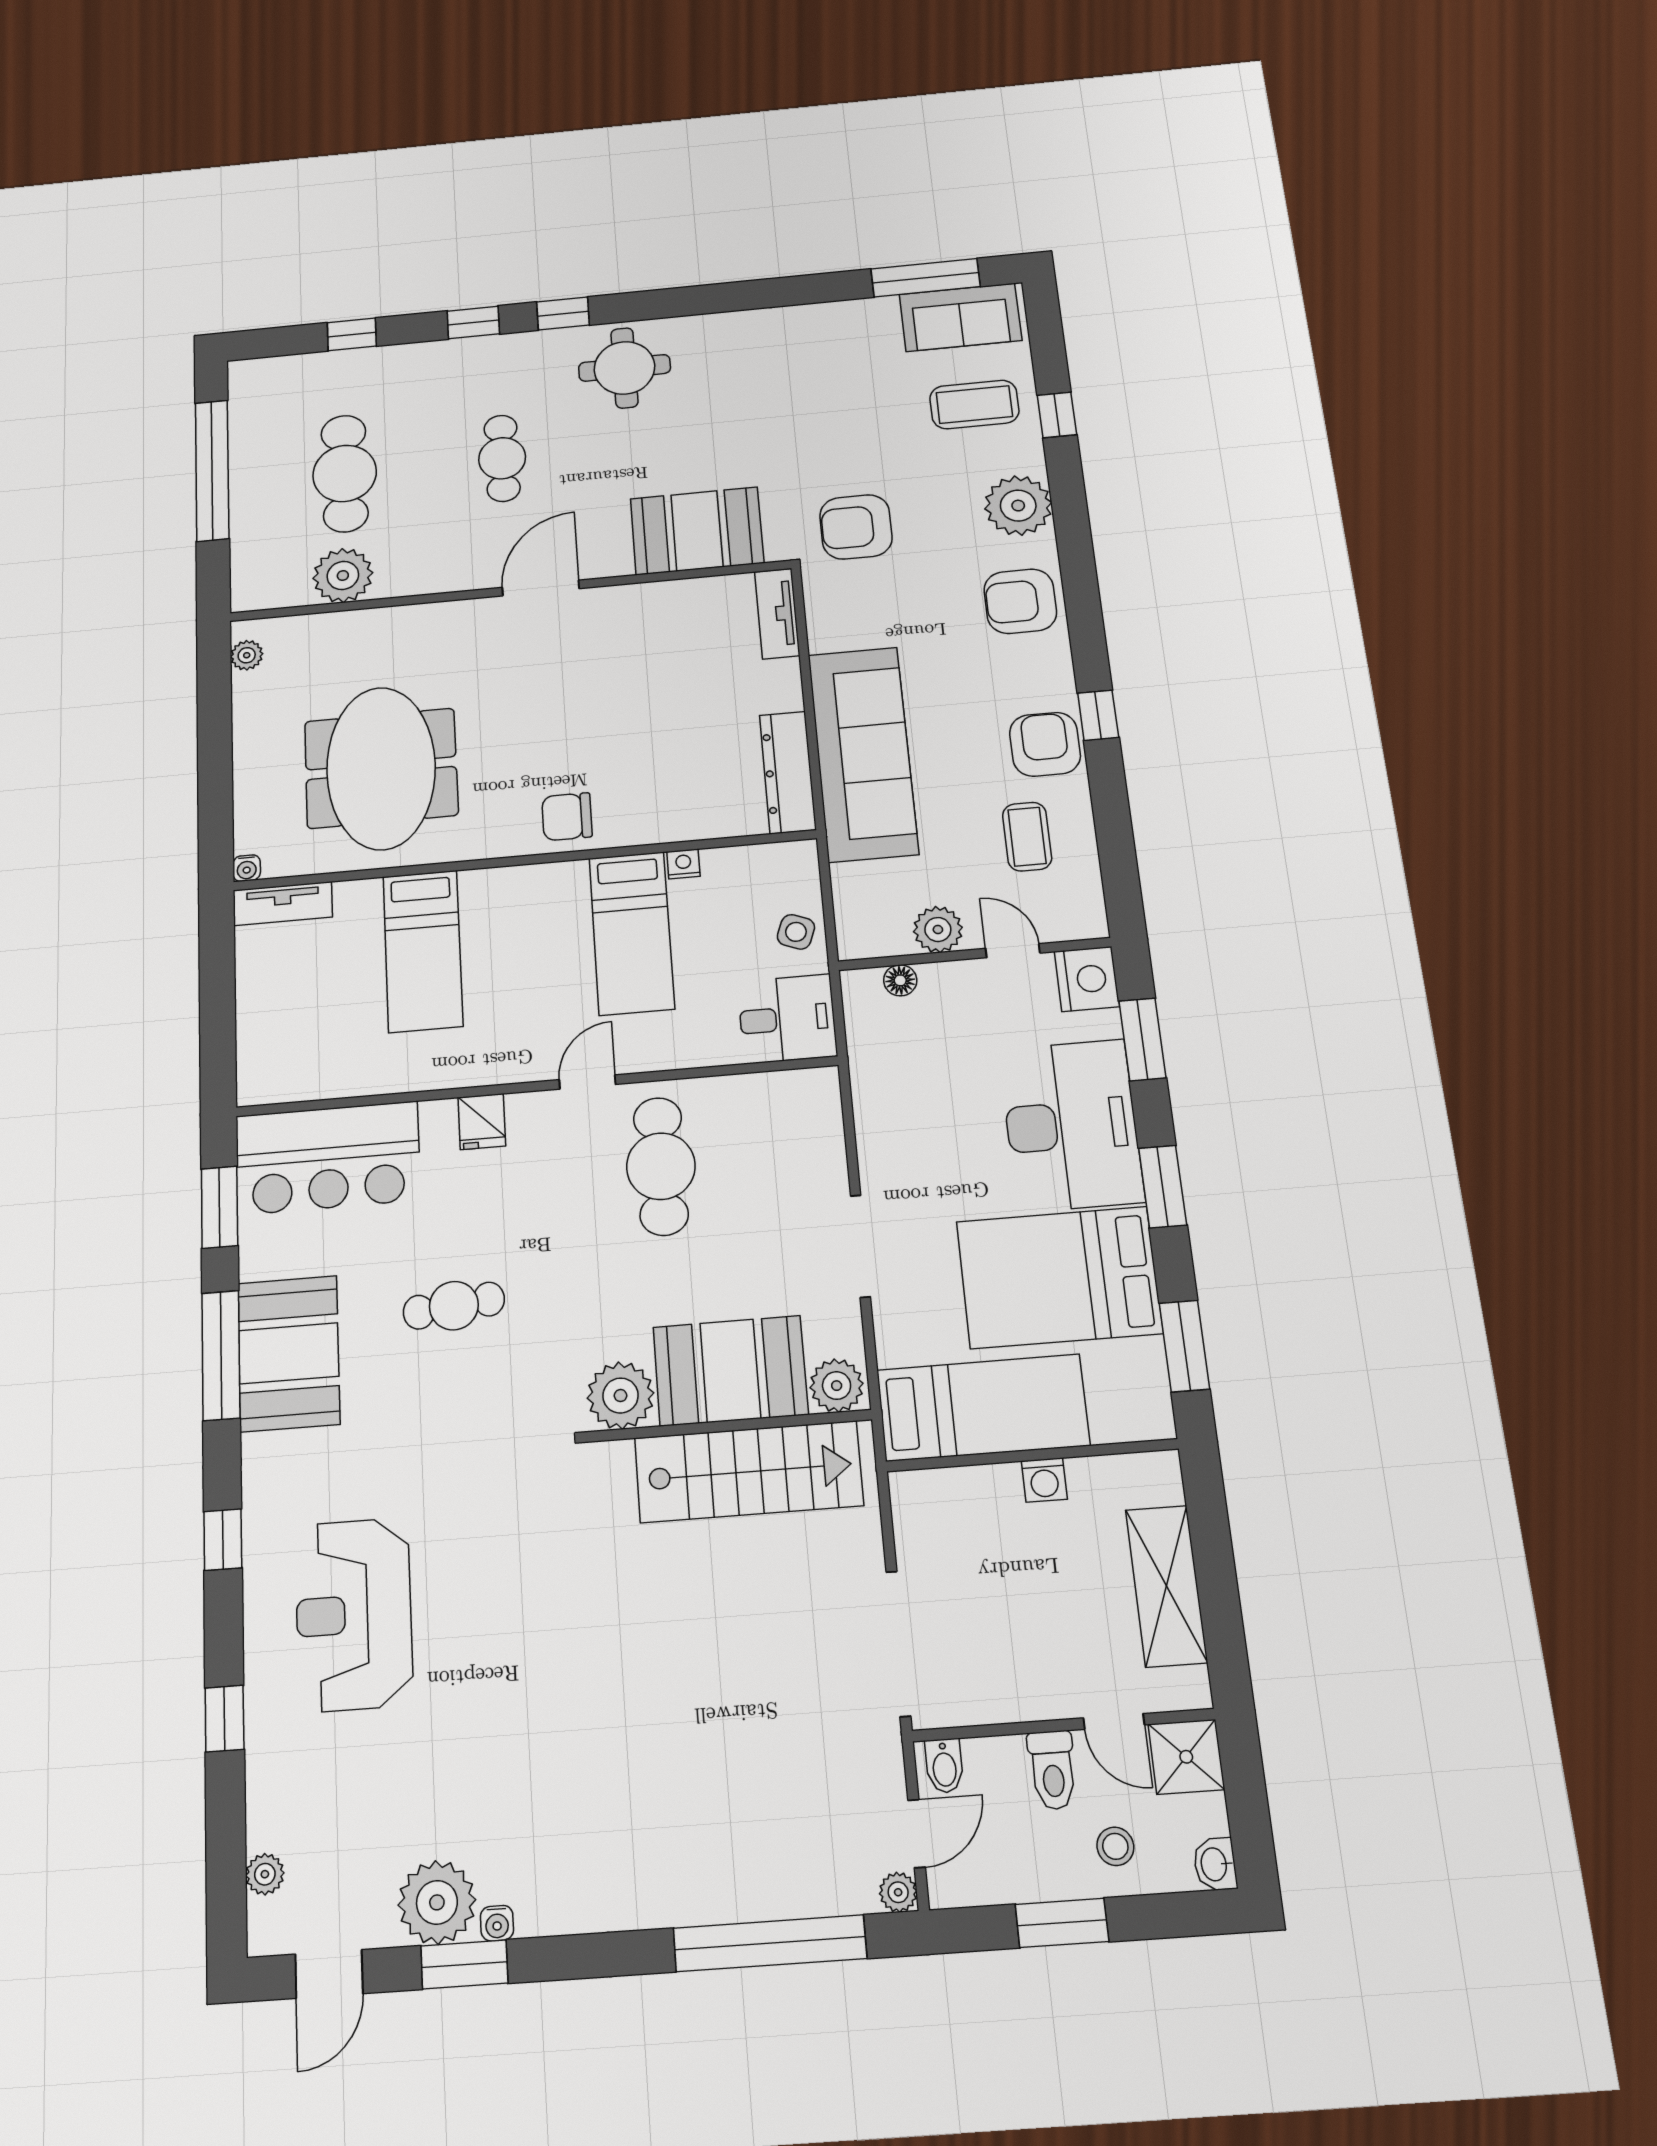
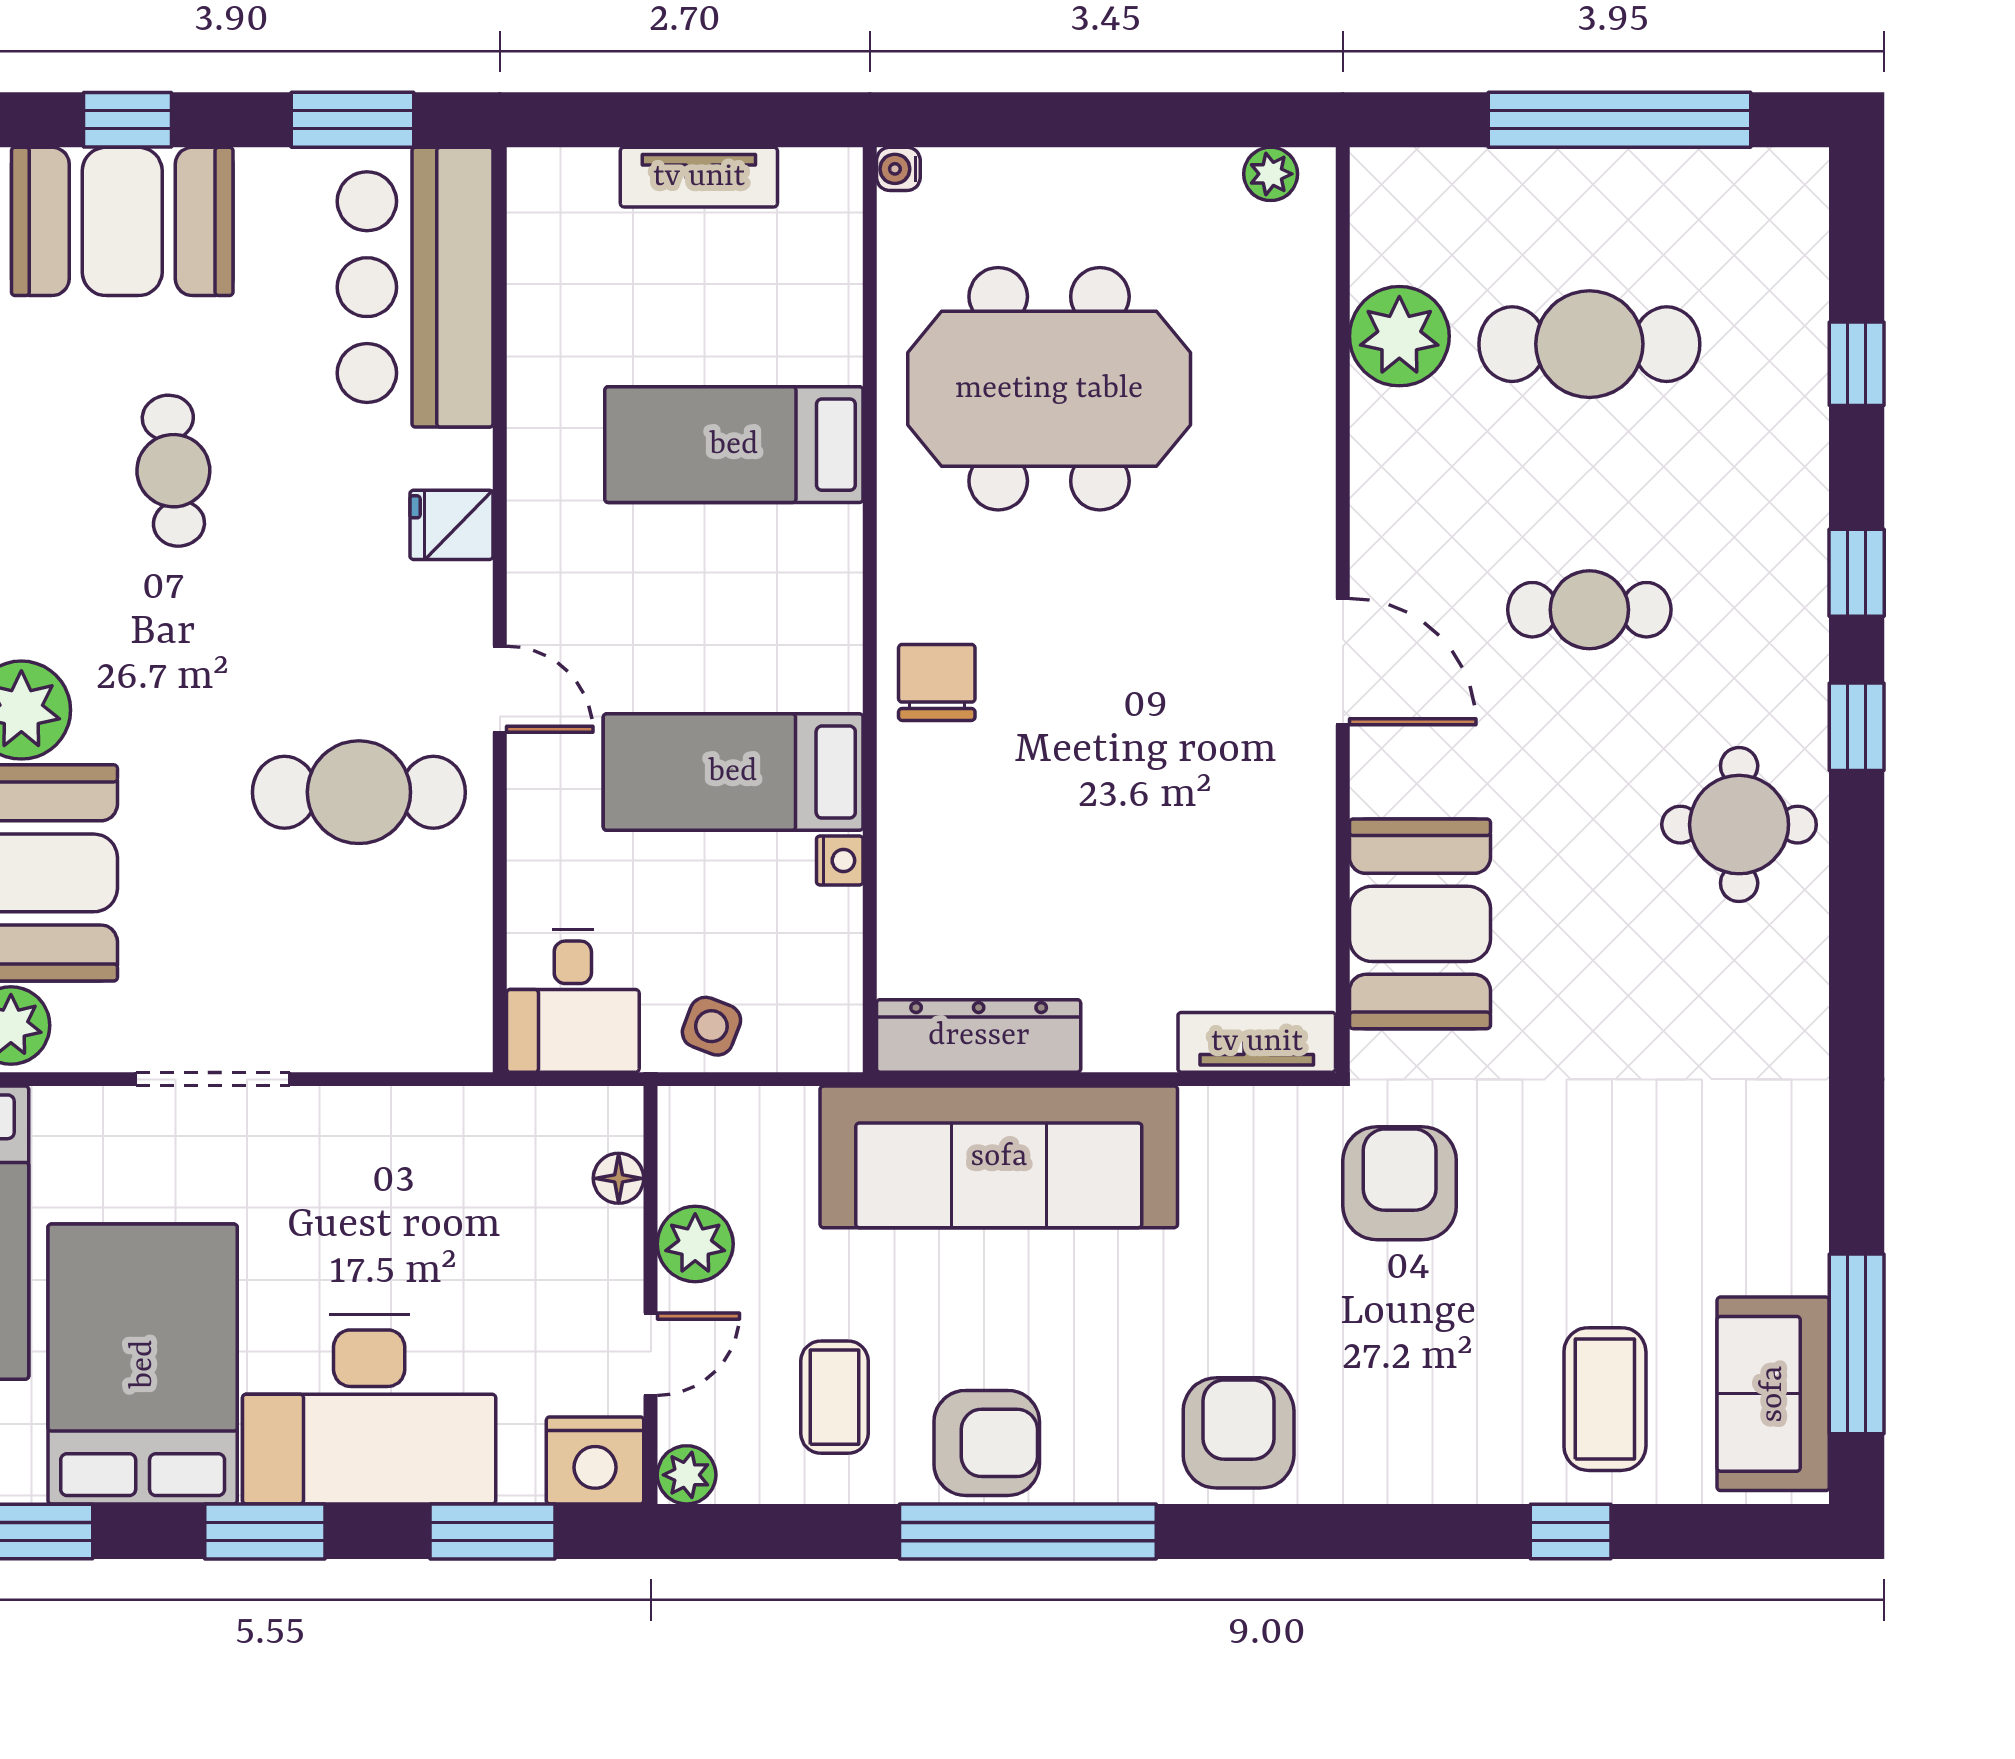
plant: (1018, 506) -> (687, 1475), moved, width x0.53, depth x0.53
window: (1098, 715) -> (1028, 1531), width x3.17
coffee table: (1027, 837) -> (834, 1397), turned 90
tv unit: (283, 904) -> (699, 177), moved, turned -90
window: (221, 1355) -> (128, 120), width x0.46

